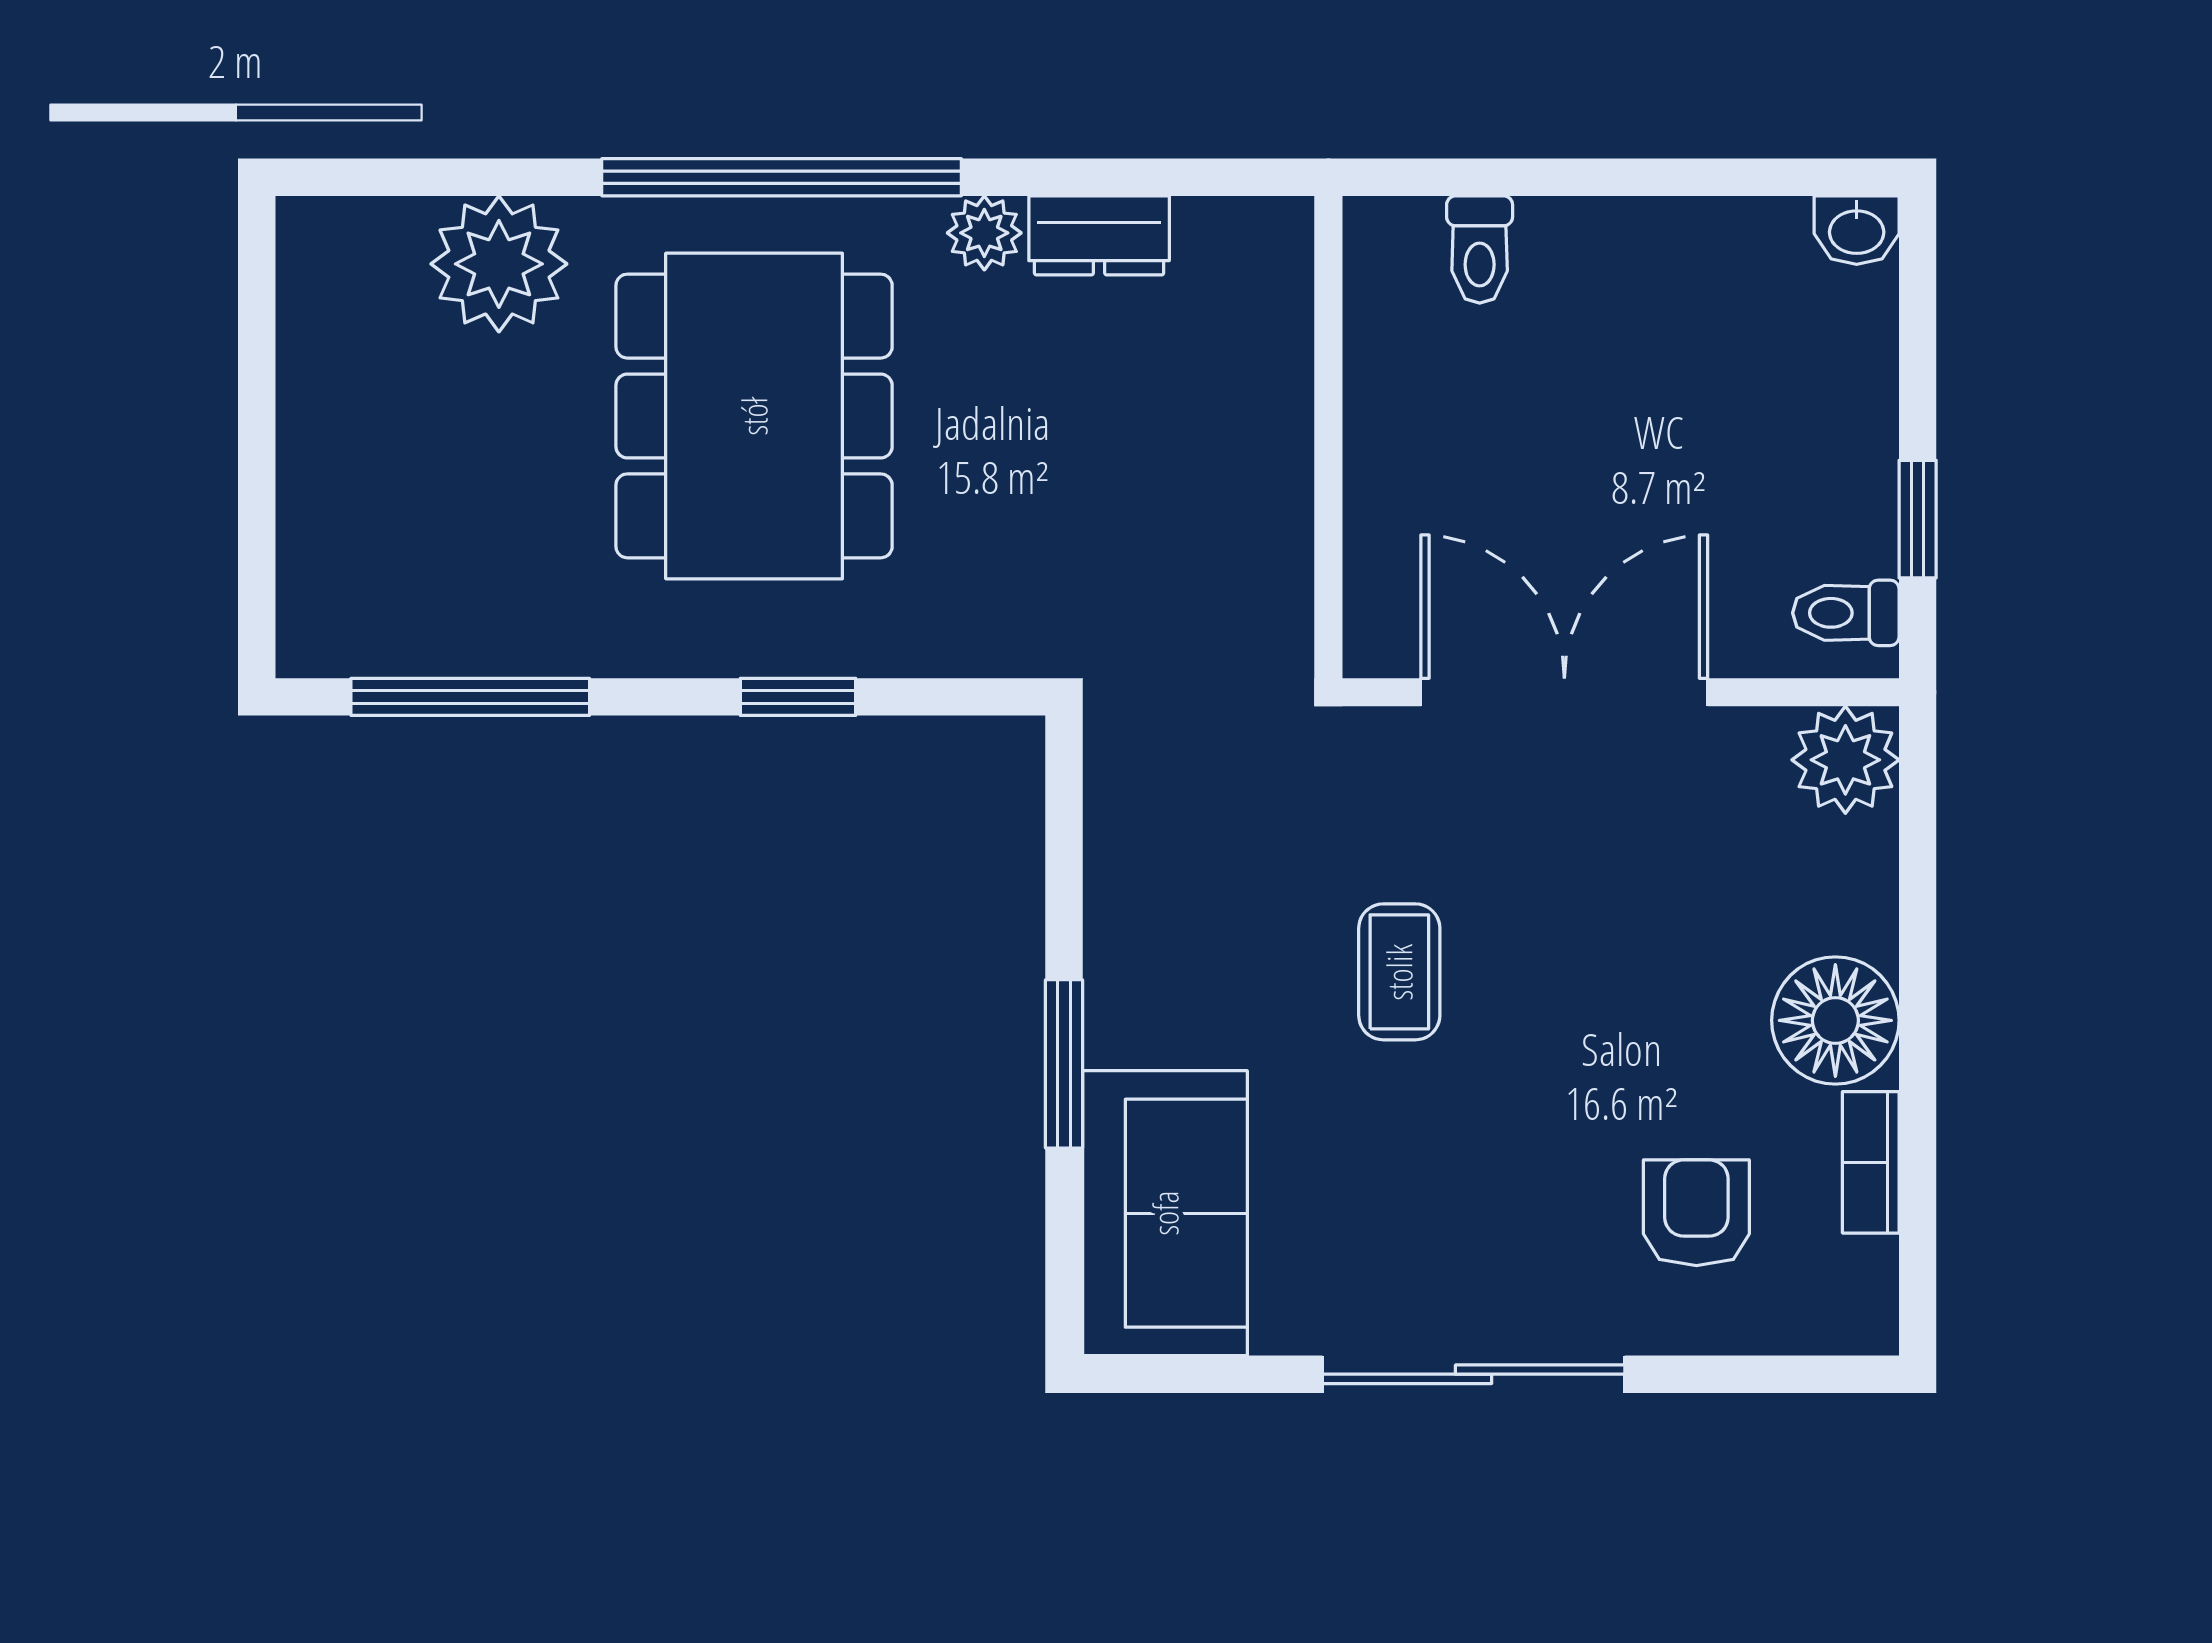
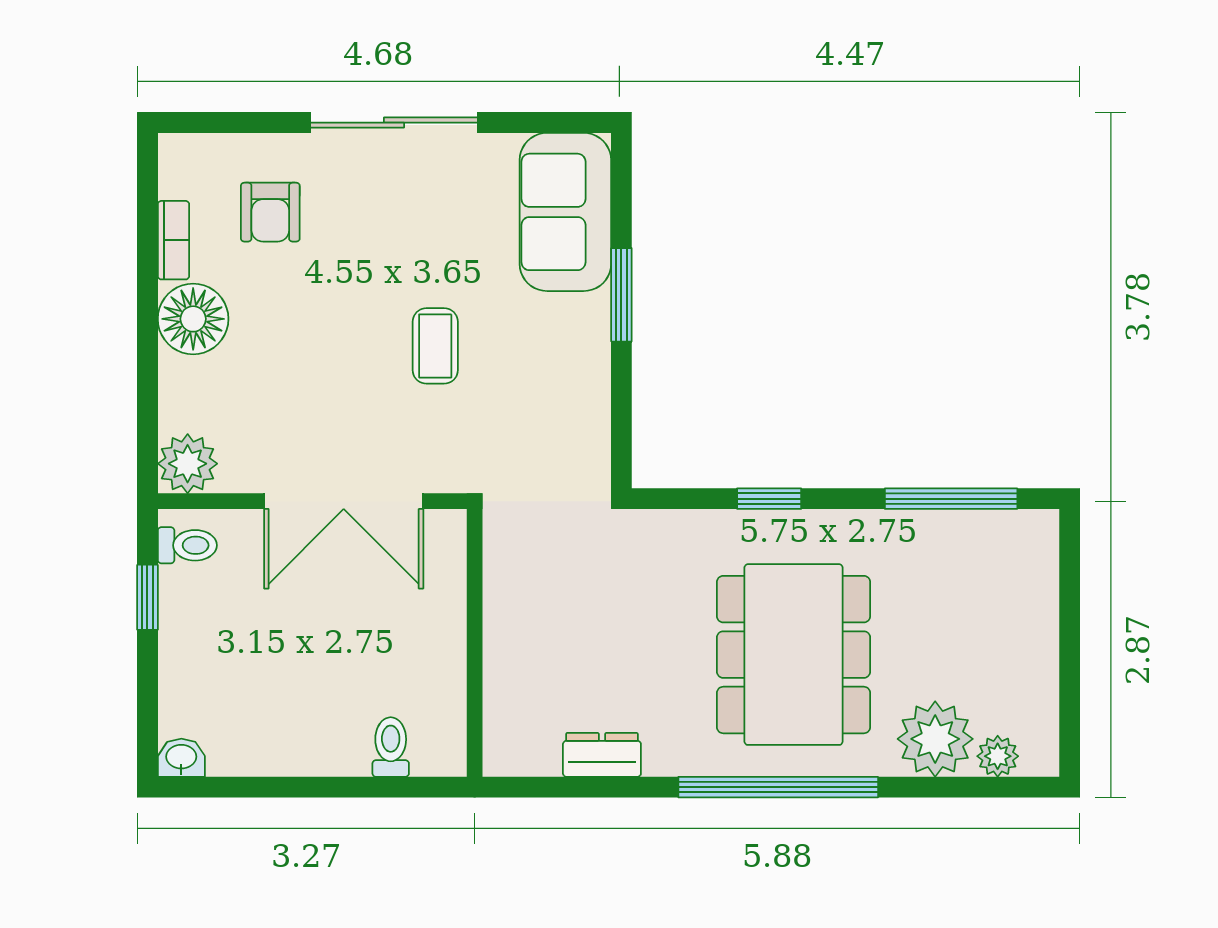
plant: (984, 233) -> (998, 756), moved

